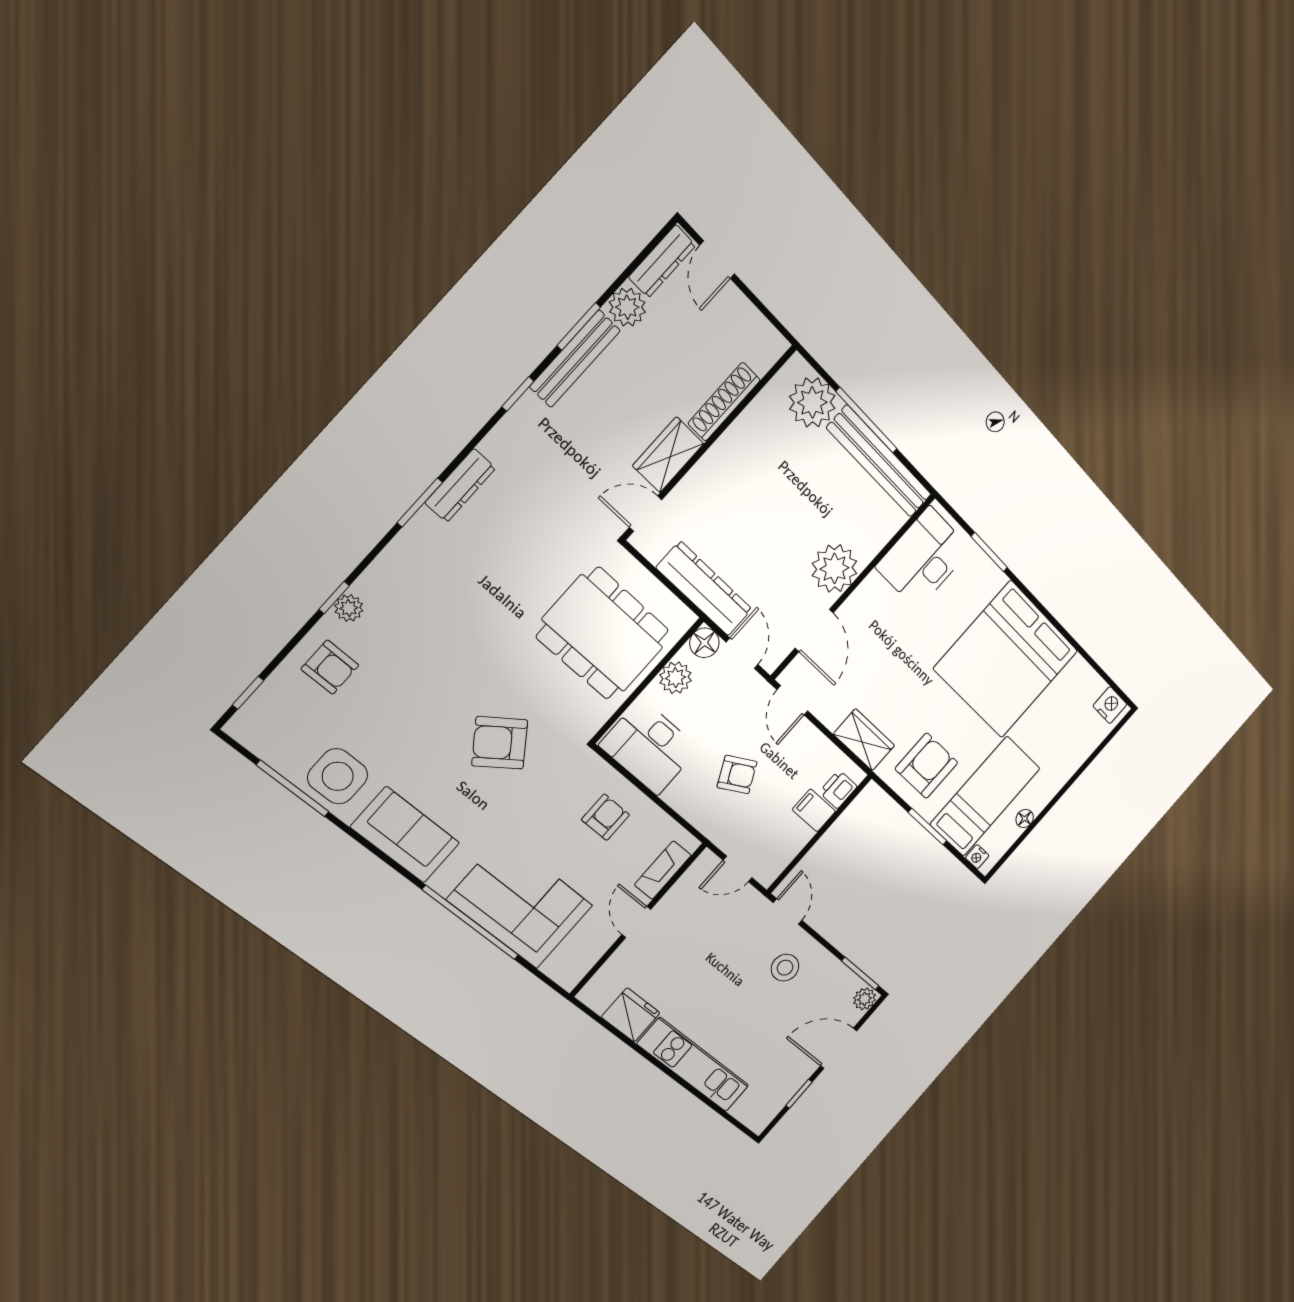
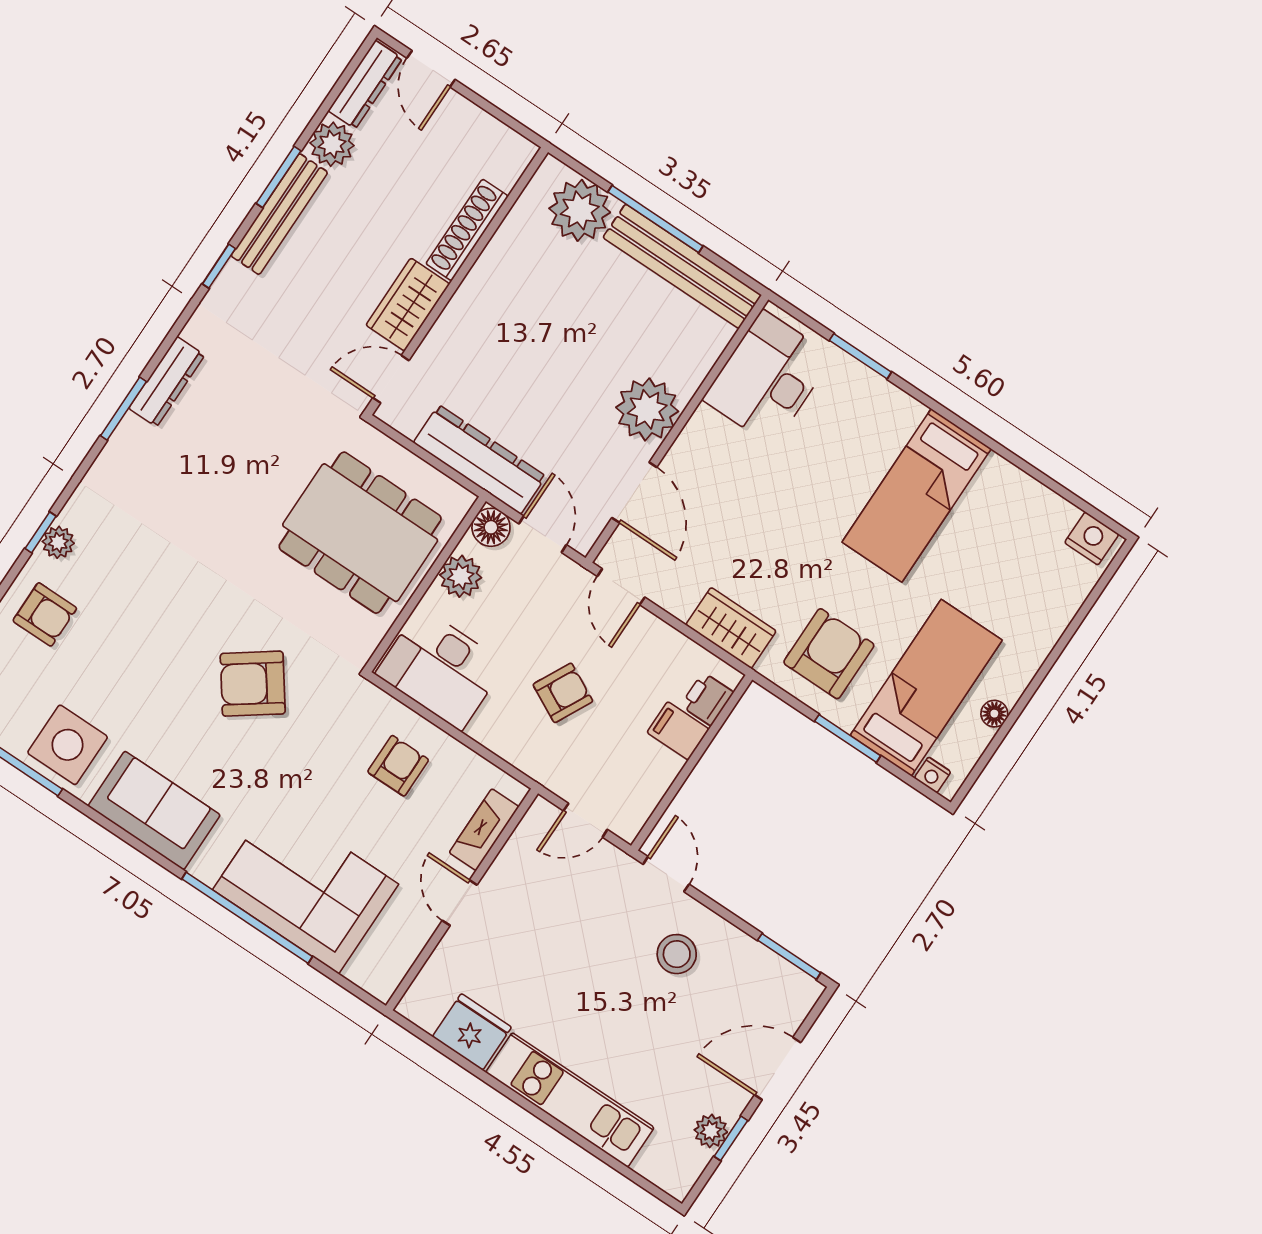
bed: (1006, 660) -> (917, 495), width x0.49
armchair: (737, 775) -> (563, 693), turned -35
plant: (865, 999) -> (711, 1131), moved

